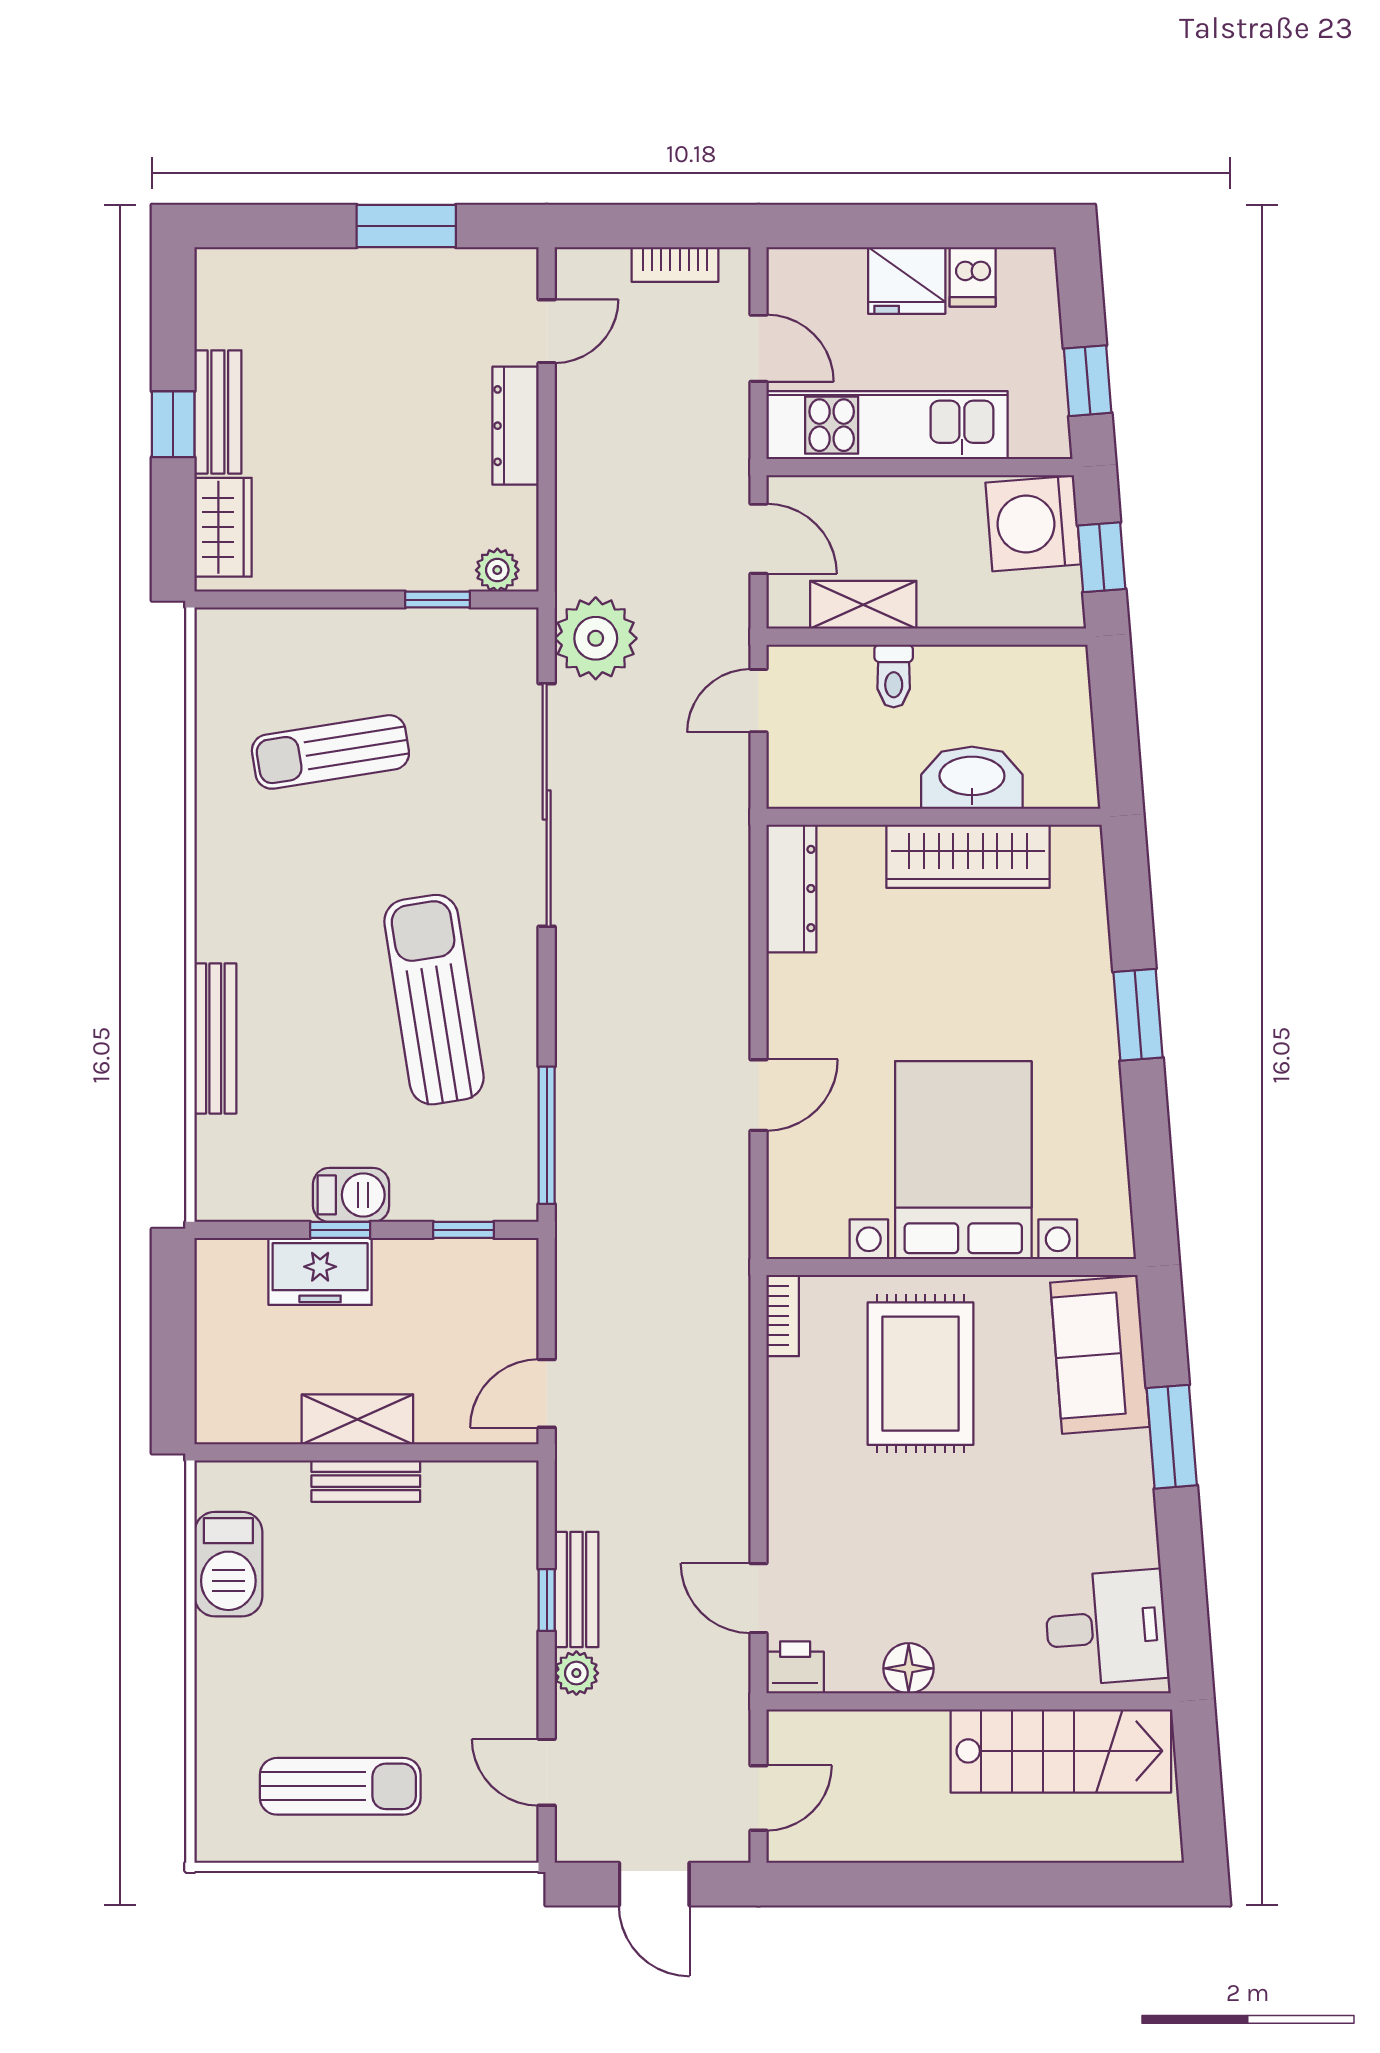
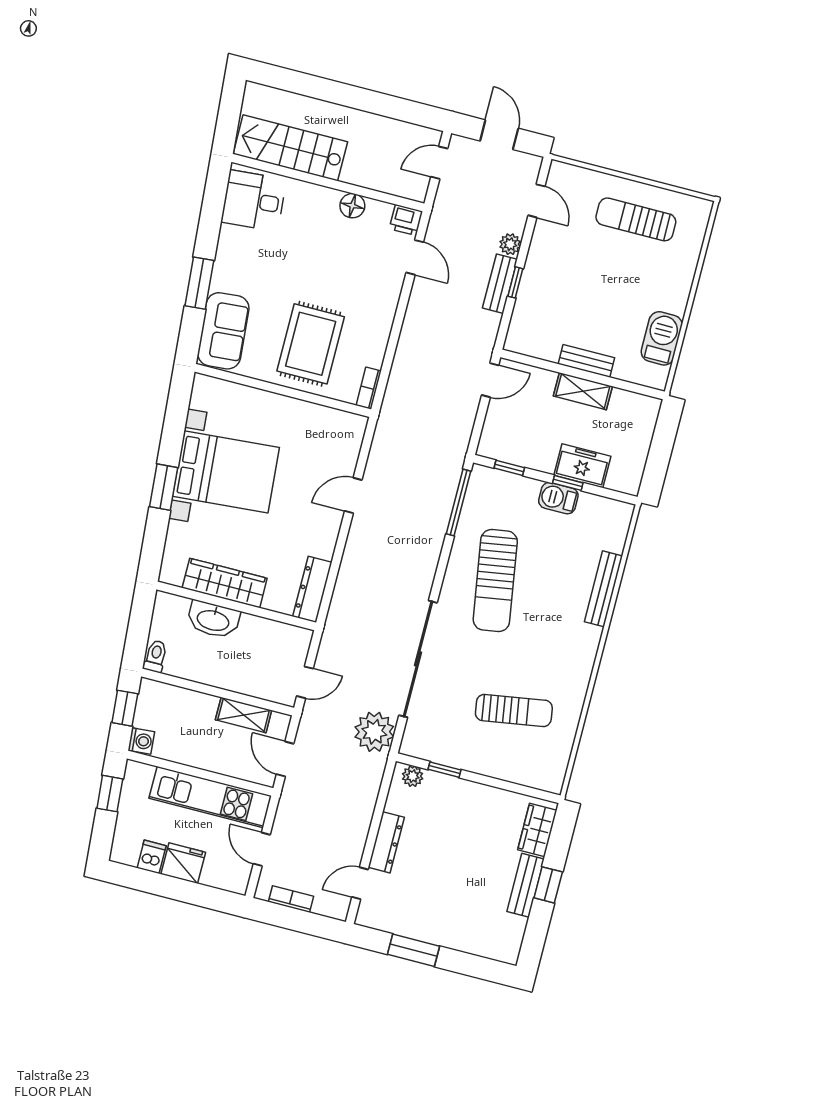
washing machine: (1033, 523) -> (141, 741), width x0.53, depth x0.53
toilet: (894, 676) -> (156, 656), moved
bed with nightstands: (963, 1160) -> (226, 472), moved, turned -95

